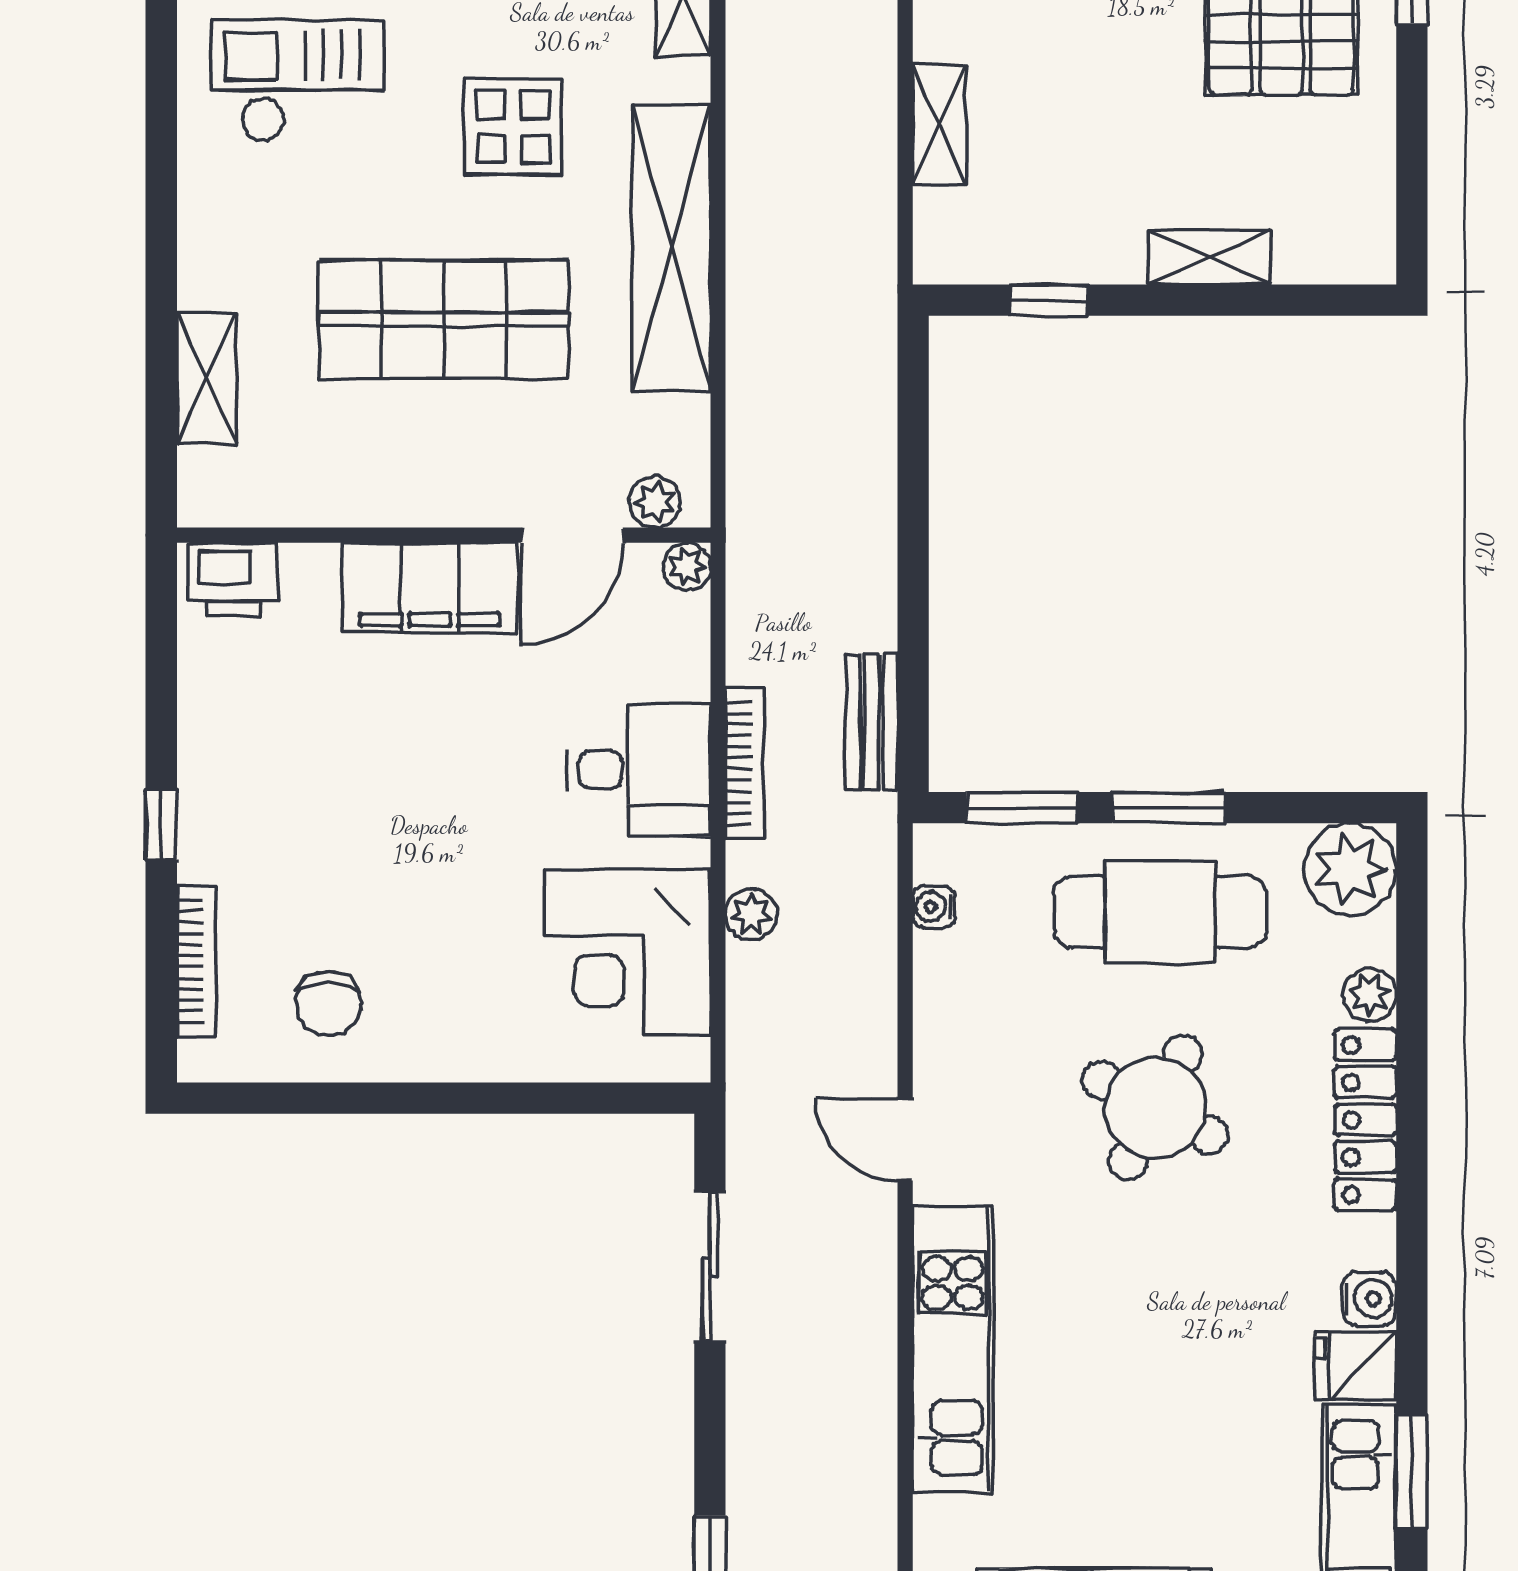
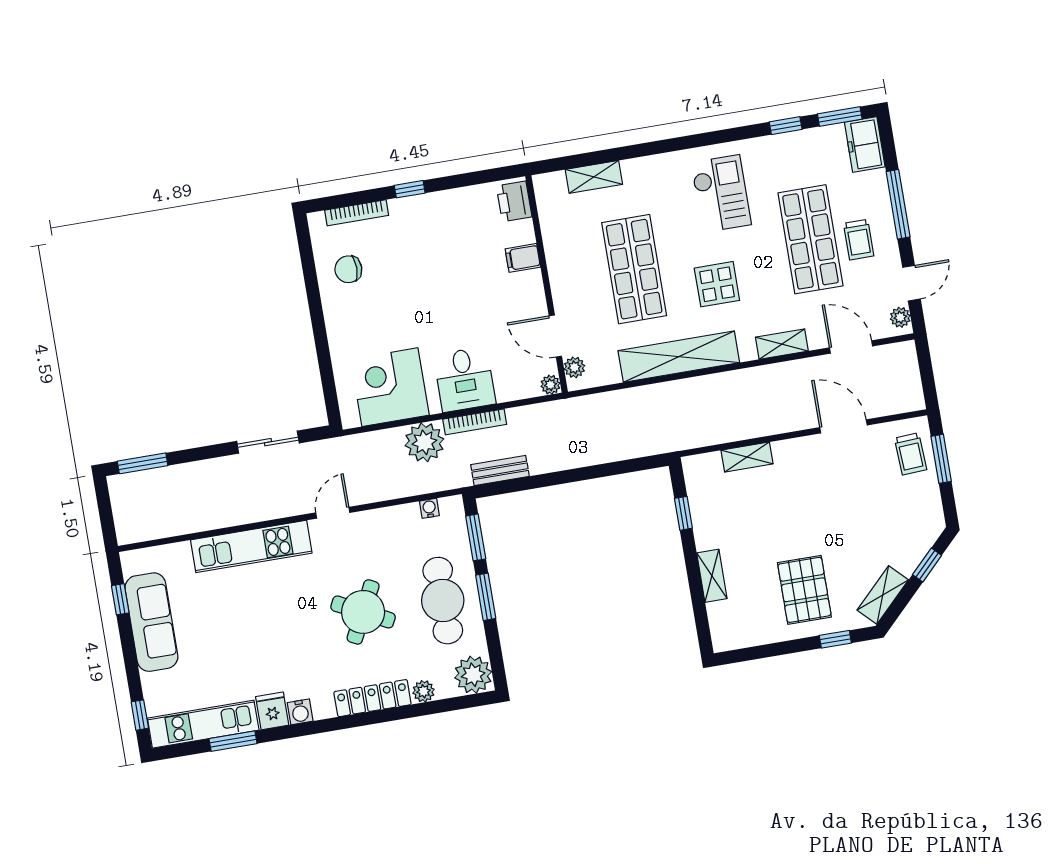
filing cabinet: (430, 588) -> (523, 258), width x0.33, depth x0.86
plant: (751, 914) -> (424, 442), width x1.88, depth x1.88

